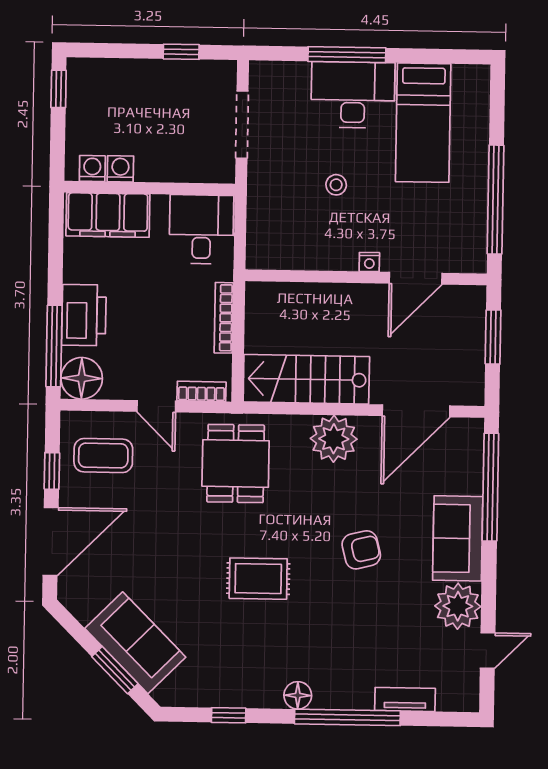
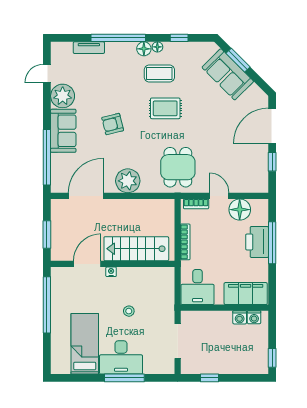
window: (54, 346) -> (272, 243), moved
floor lamp: (82, 378) -> (240, 210), moved
stairs: (306, 379) -> (136, 249), moved, turned 180
coffee table: (103, 455) -> (159, 73), moved
floor lamp: (271, 698) -> (157, 47), added

